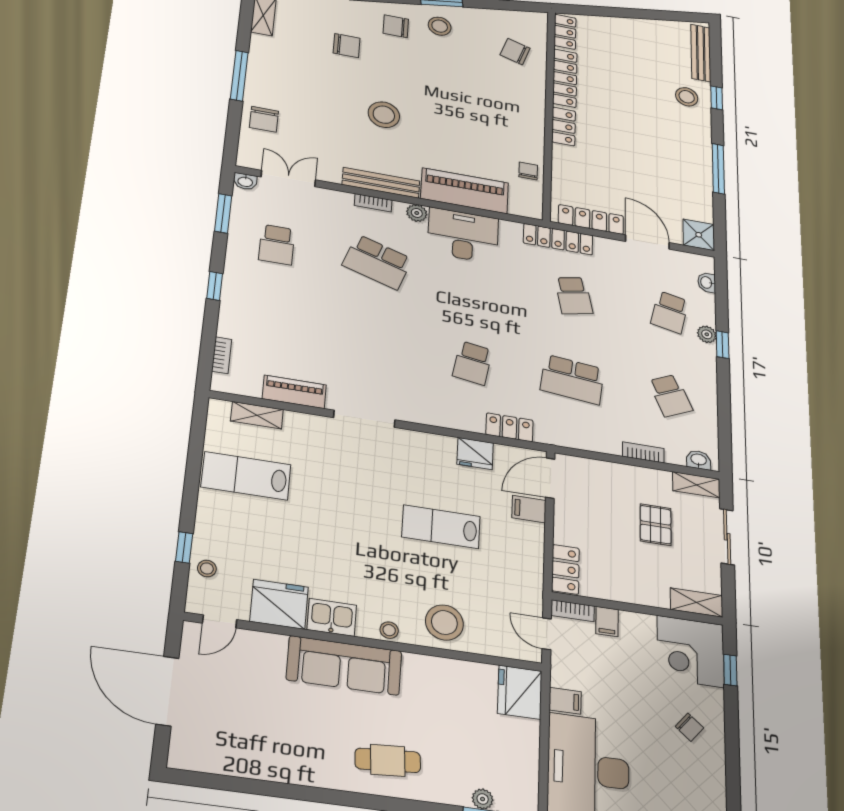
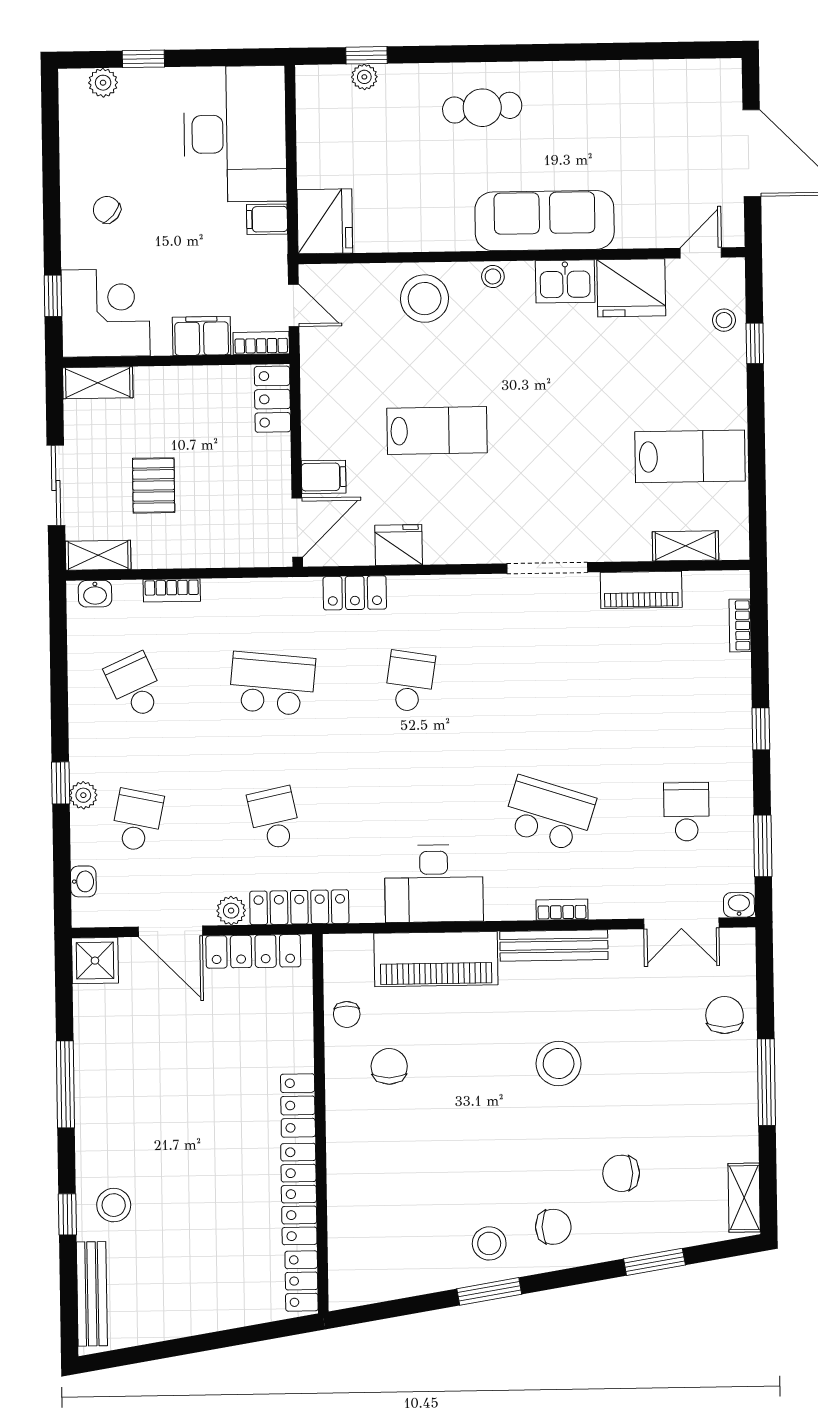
chair: (515, 51) -> (389, 1066), moved, turned -108
plant: (417, 213) -> (231, 911), moved
filing cabinet: (607, 621) -> (202, 336), width x2.00

